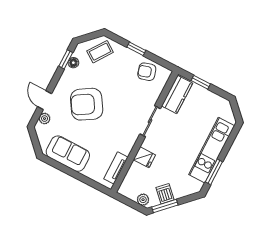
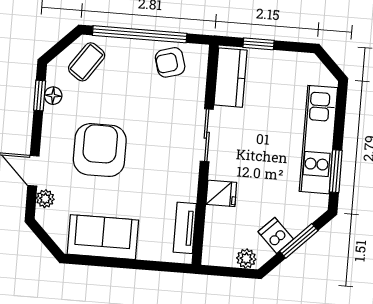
window: (136, 49) -> (140, 34), width x3.17
armchair: (87, 104) -> (100, 150), turned 122
window: (165, 206) -> (299, 241), moved

